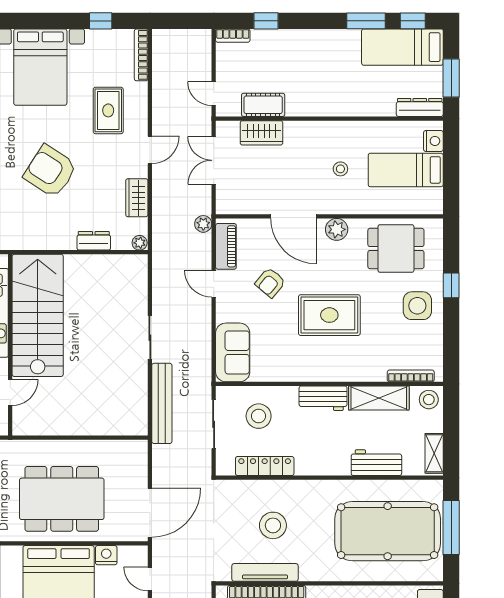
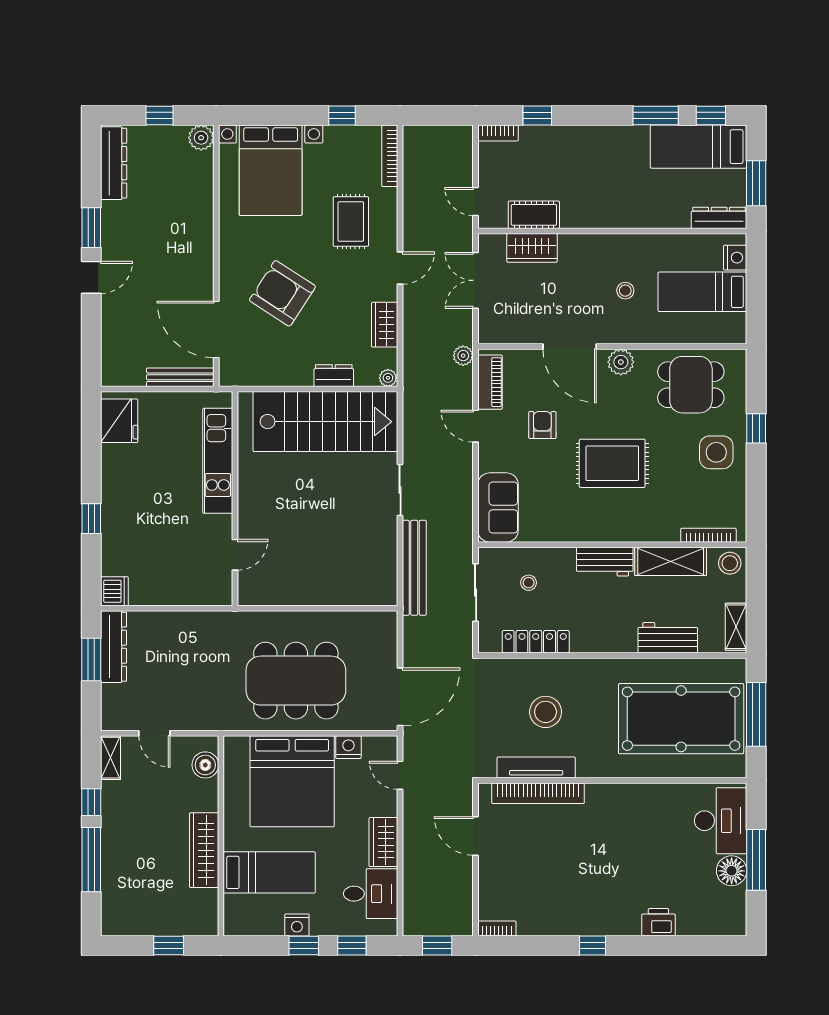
armchair: (270, 283) -> (542, 425), turned 140
stairs: (38, 315) -> (325, 422), moved, turned 90
stool: (259, 416) -> (529, 583), width x0.53, depth x0.53

